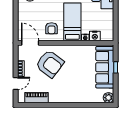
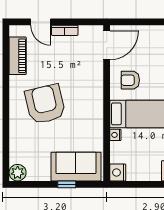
nightstand: (95, 36) -> (118, 172), moved
armchair: (50, 64) -> (45, 104), moved, turned 130
sofa: (105, 67) -> (76, 167), width x0.73

